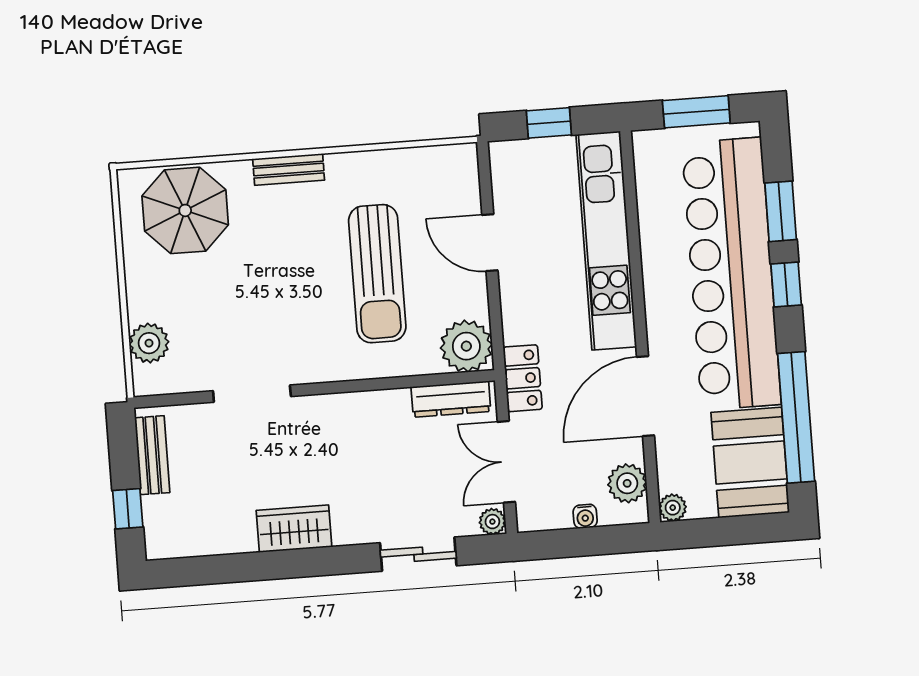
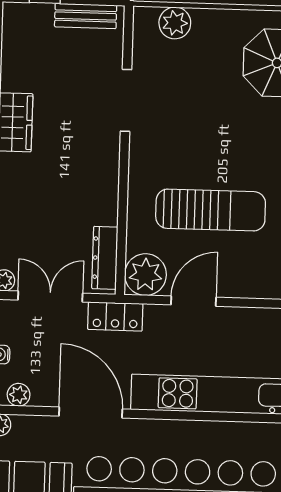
door: (490, 243) -> (193, 301), moved
sun lounger: (377, 274) -> (211, 210), turned 180
plant: (627, 483) -> (19, 395), width x0.73, depth x0.73

